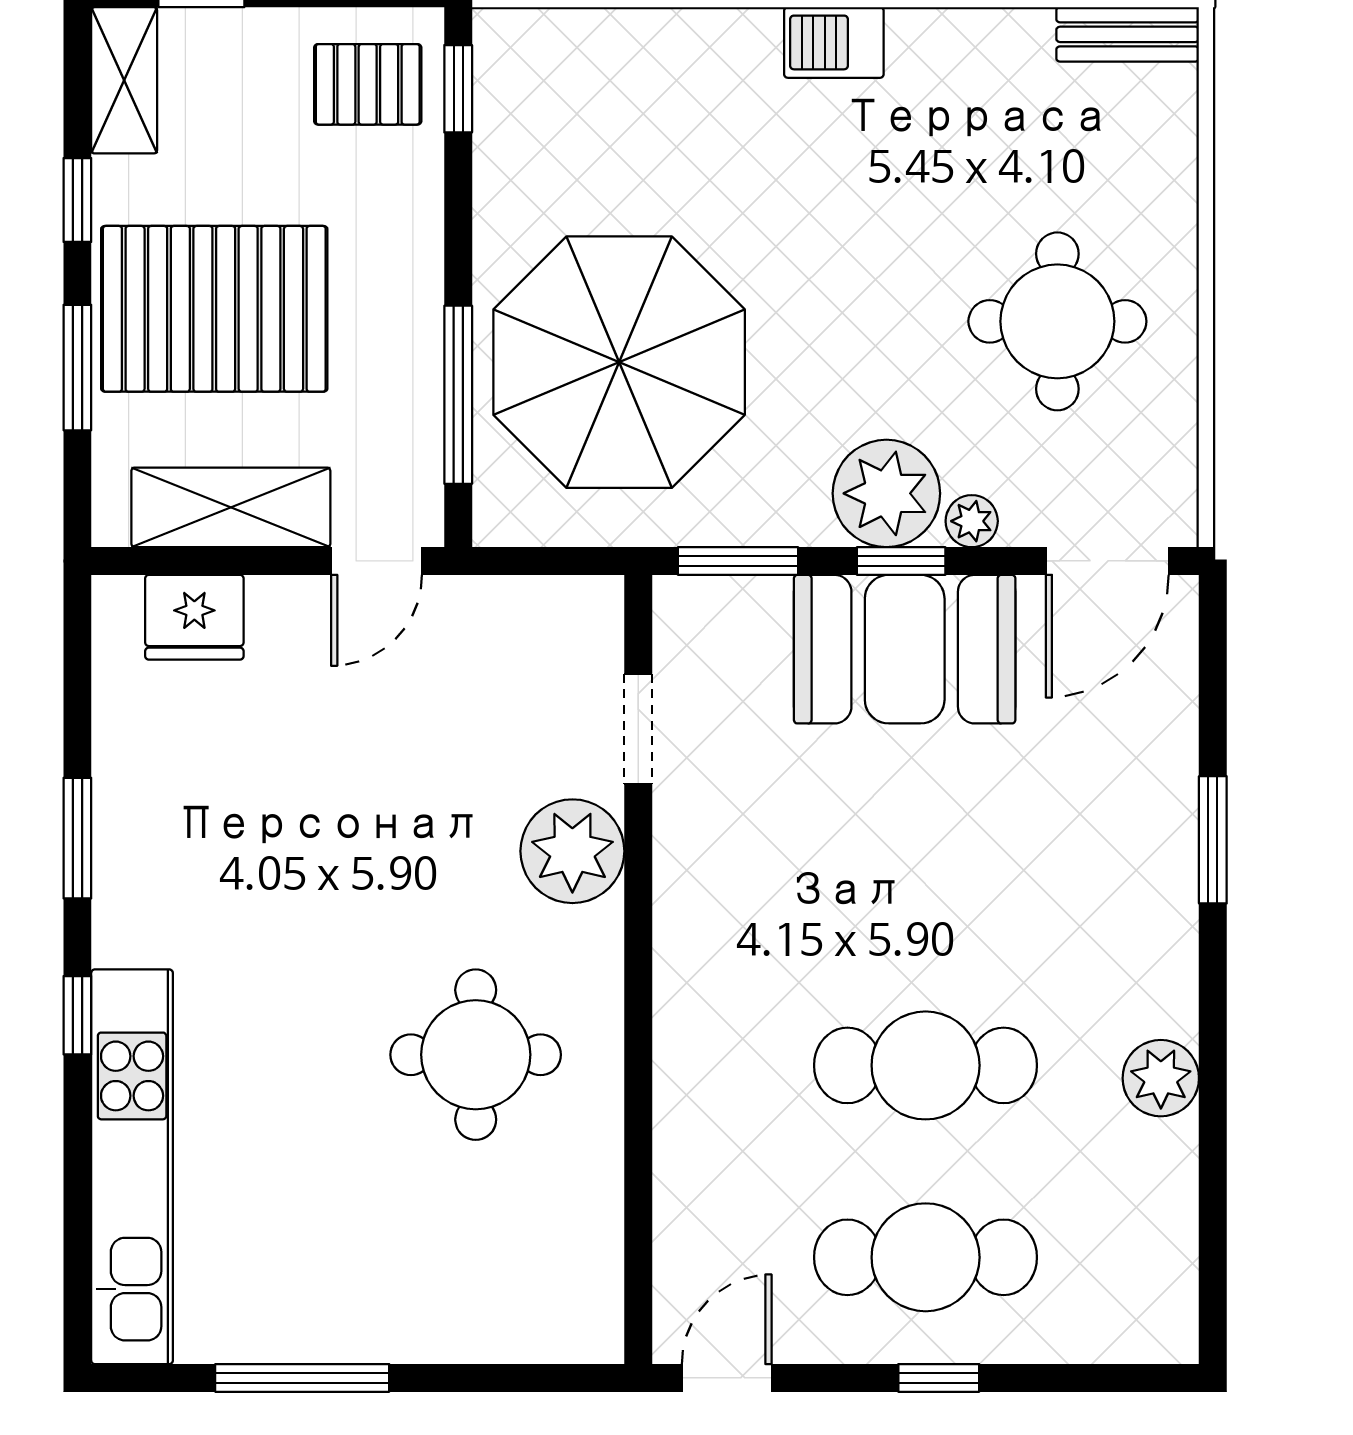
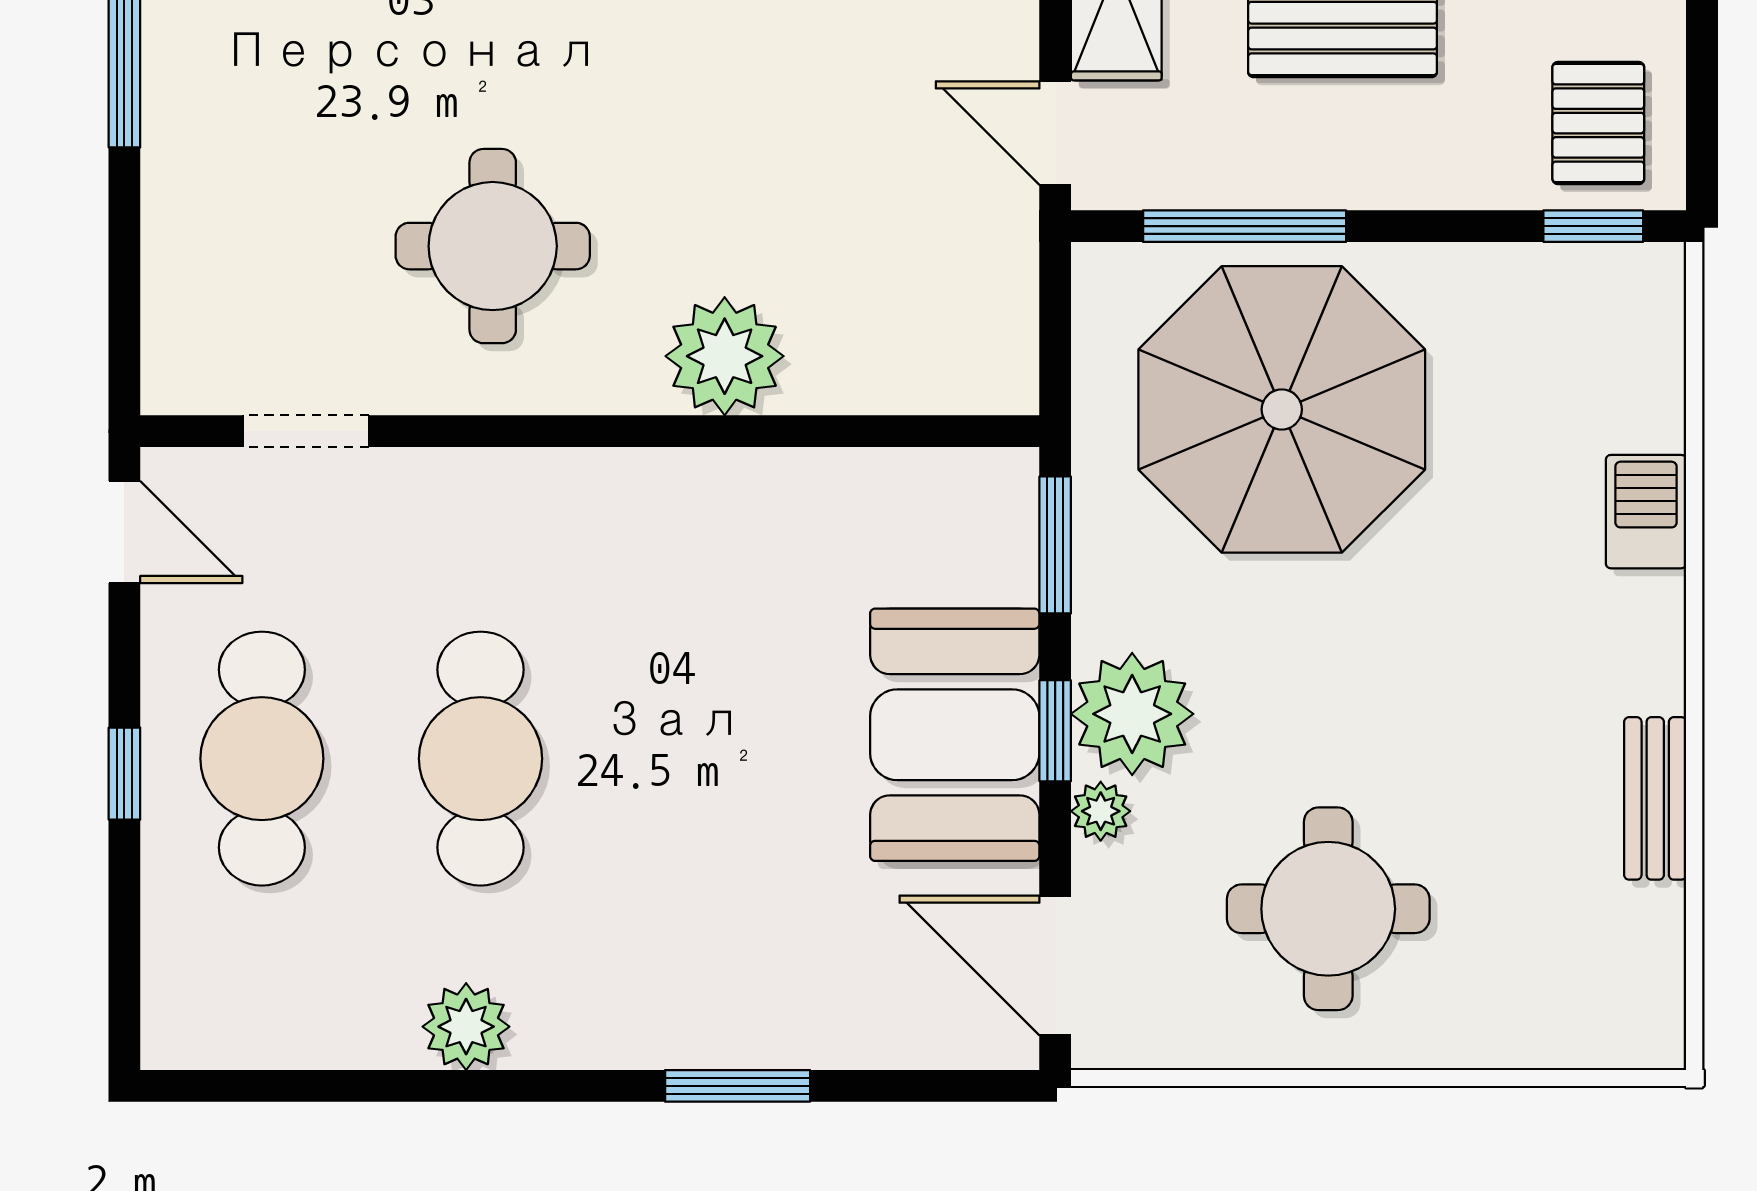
bench: (1128, 34) -> (1655, 798), moved
barbecue: (834, 42) -> (1646, 512), moved
doorway: (638, 729) -> (306, 431), moved

